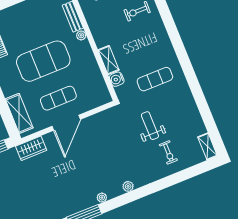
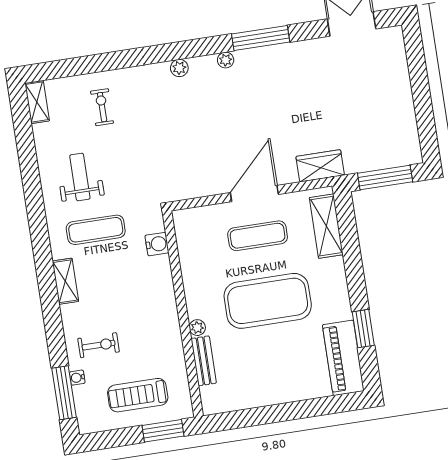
shelving: (109, 60) -> (65, 281), moved
weight bench: (150, 126) -> (80, 177), moved, turned 180

